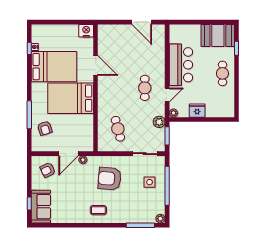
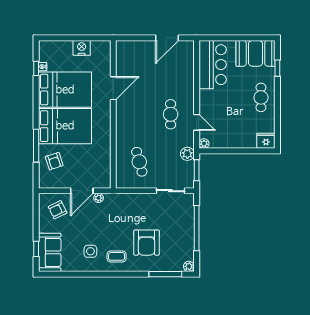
door: (142, 22) -> (167, 38), hinge flipped
nightstand: (86, 31) -> (82, 48), moved
door: (96, 65) -> (113, 88), hinge flipped
bar counter: (181, 65) -> (213, 65), moved
door: (167, 95) -> (197, 122), hinge flipped
bed: (71, 98) -> (65, 126), moved, turned 180
fridge: (197, 111) -> (266, 141), moved
armchair: (110, 179) -> (146, 243), moved, turned -95
side table: (150, 182) -> (90, 251), moved

